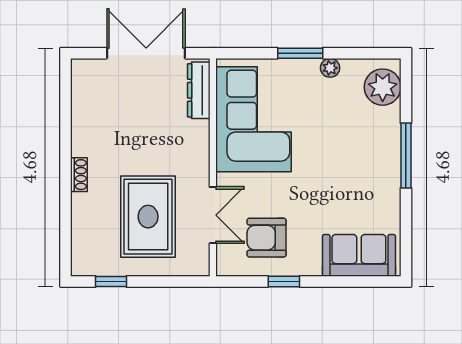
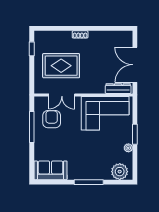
double door: (146, 53) -> (135, 65), swing flipped
sofa: (359, 255) -> (51, 170), moved, turned -90
window: (284, 282) -> (32, 127), width x2.17

